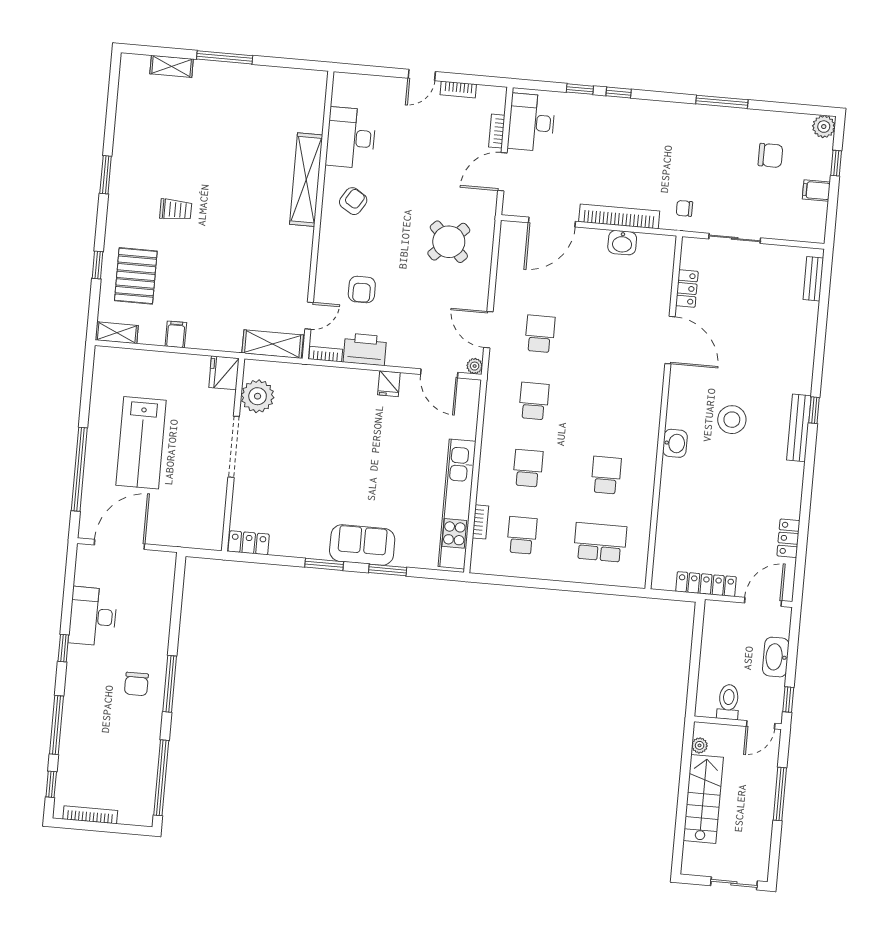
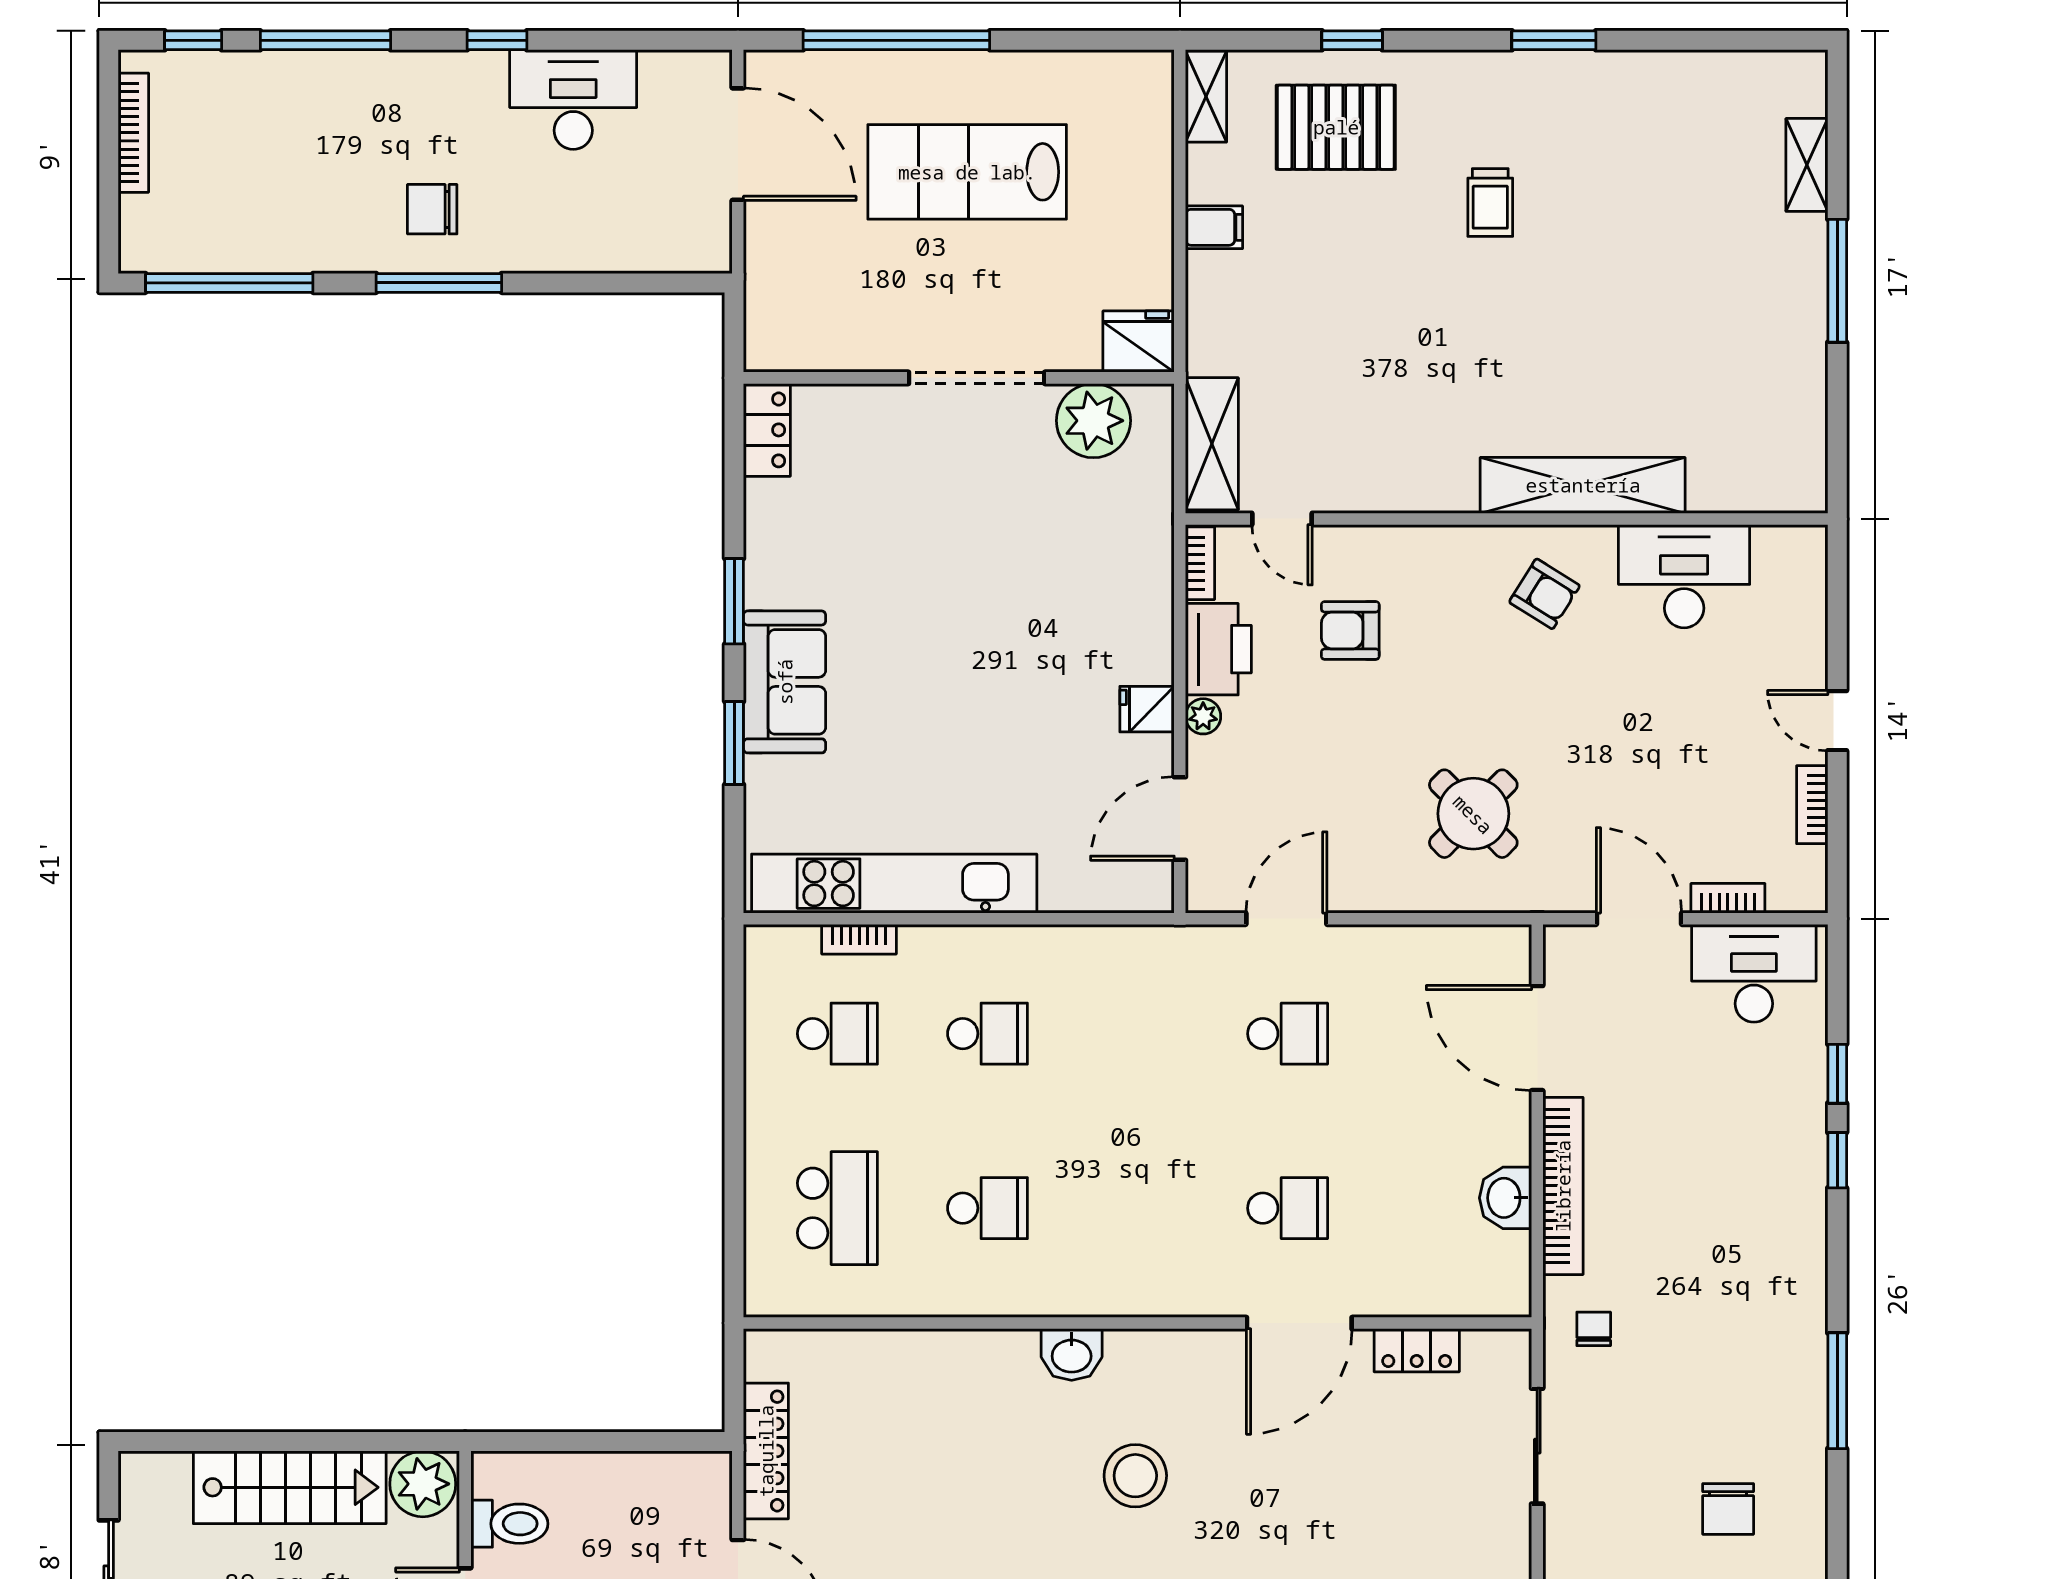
plant: (475, 366) -> (1203, 716), moved
school desk: (534, 401) -> (1288, 1208), moved
plant: (700, 745) -> (423, 1484), width x1.88, depth x1.88

